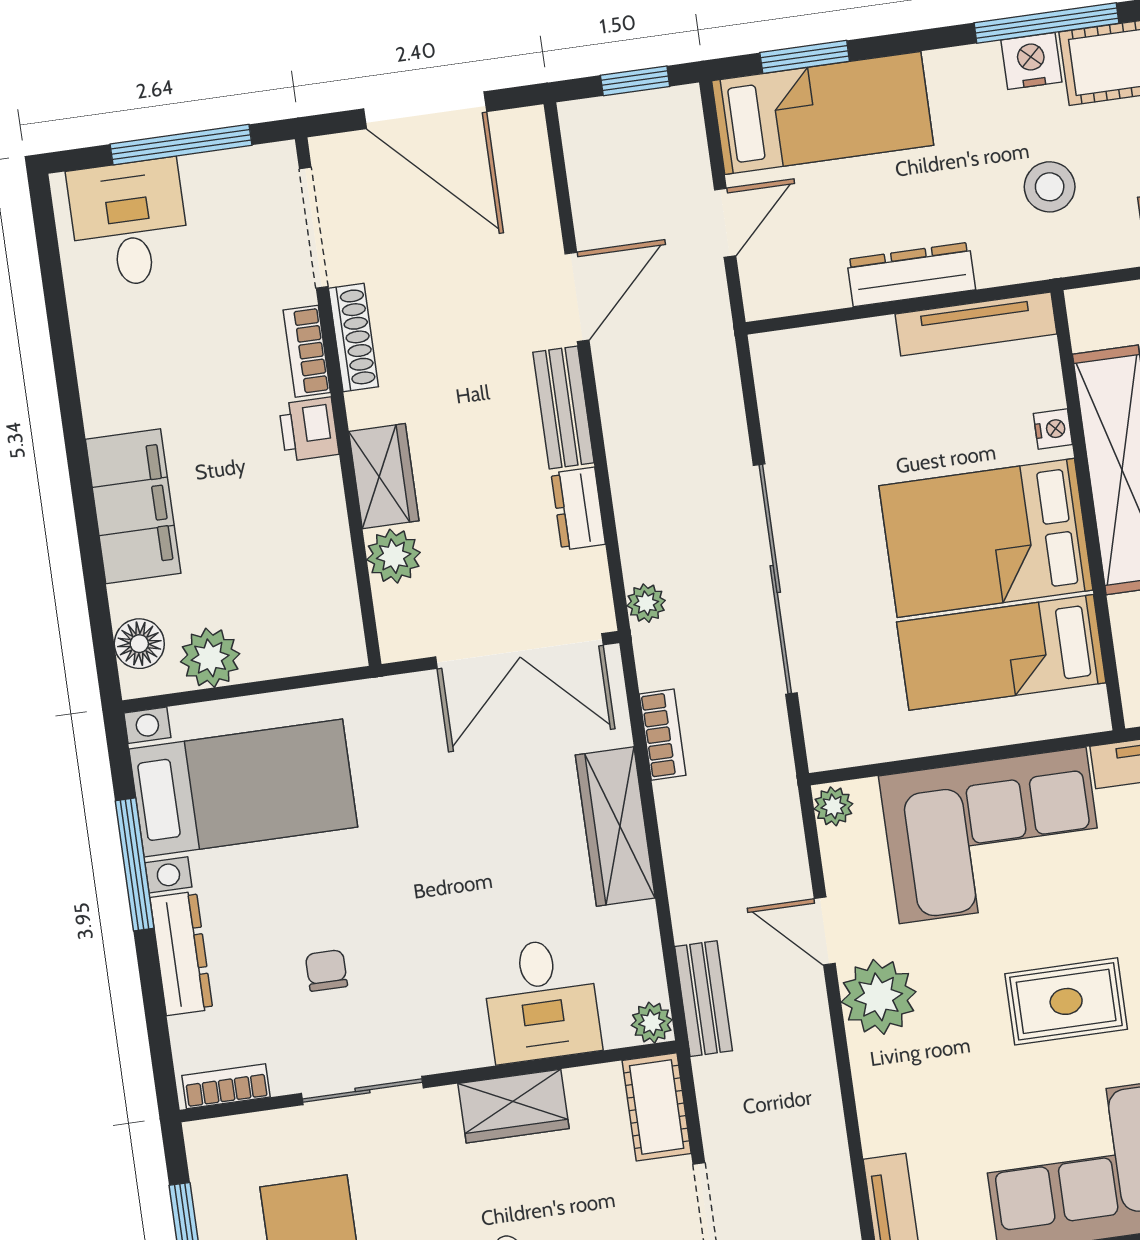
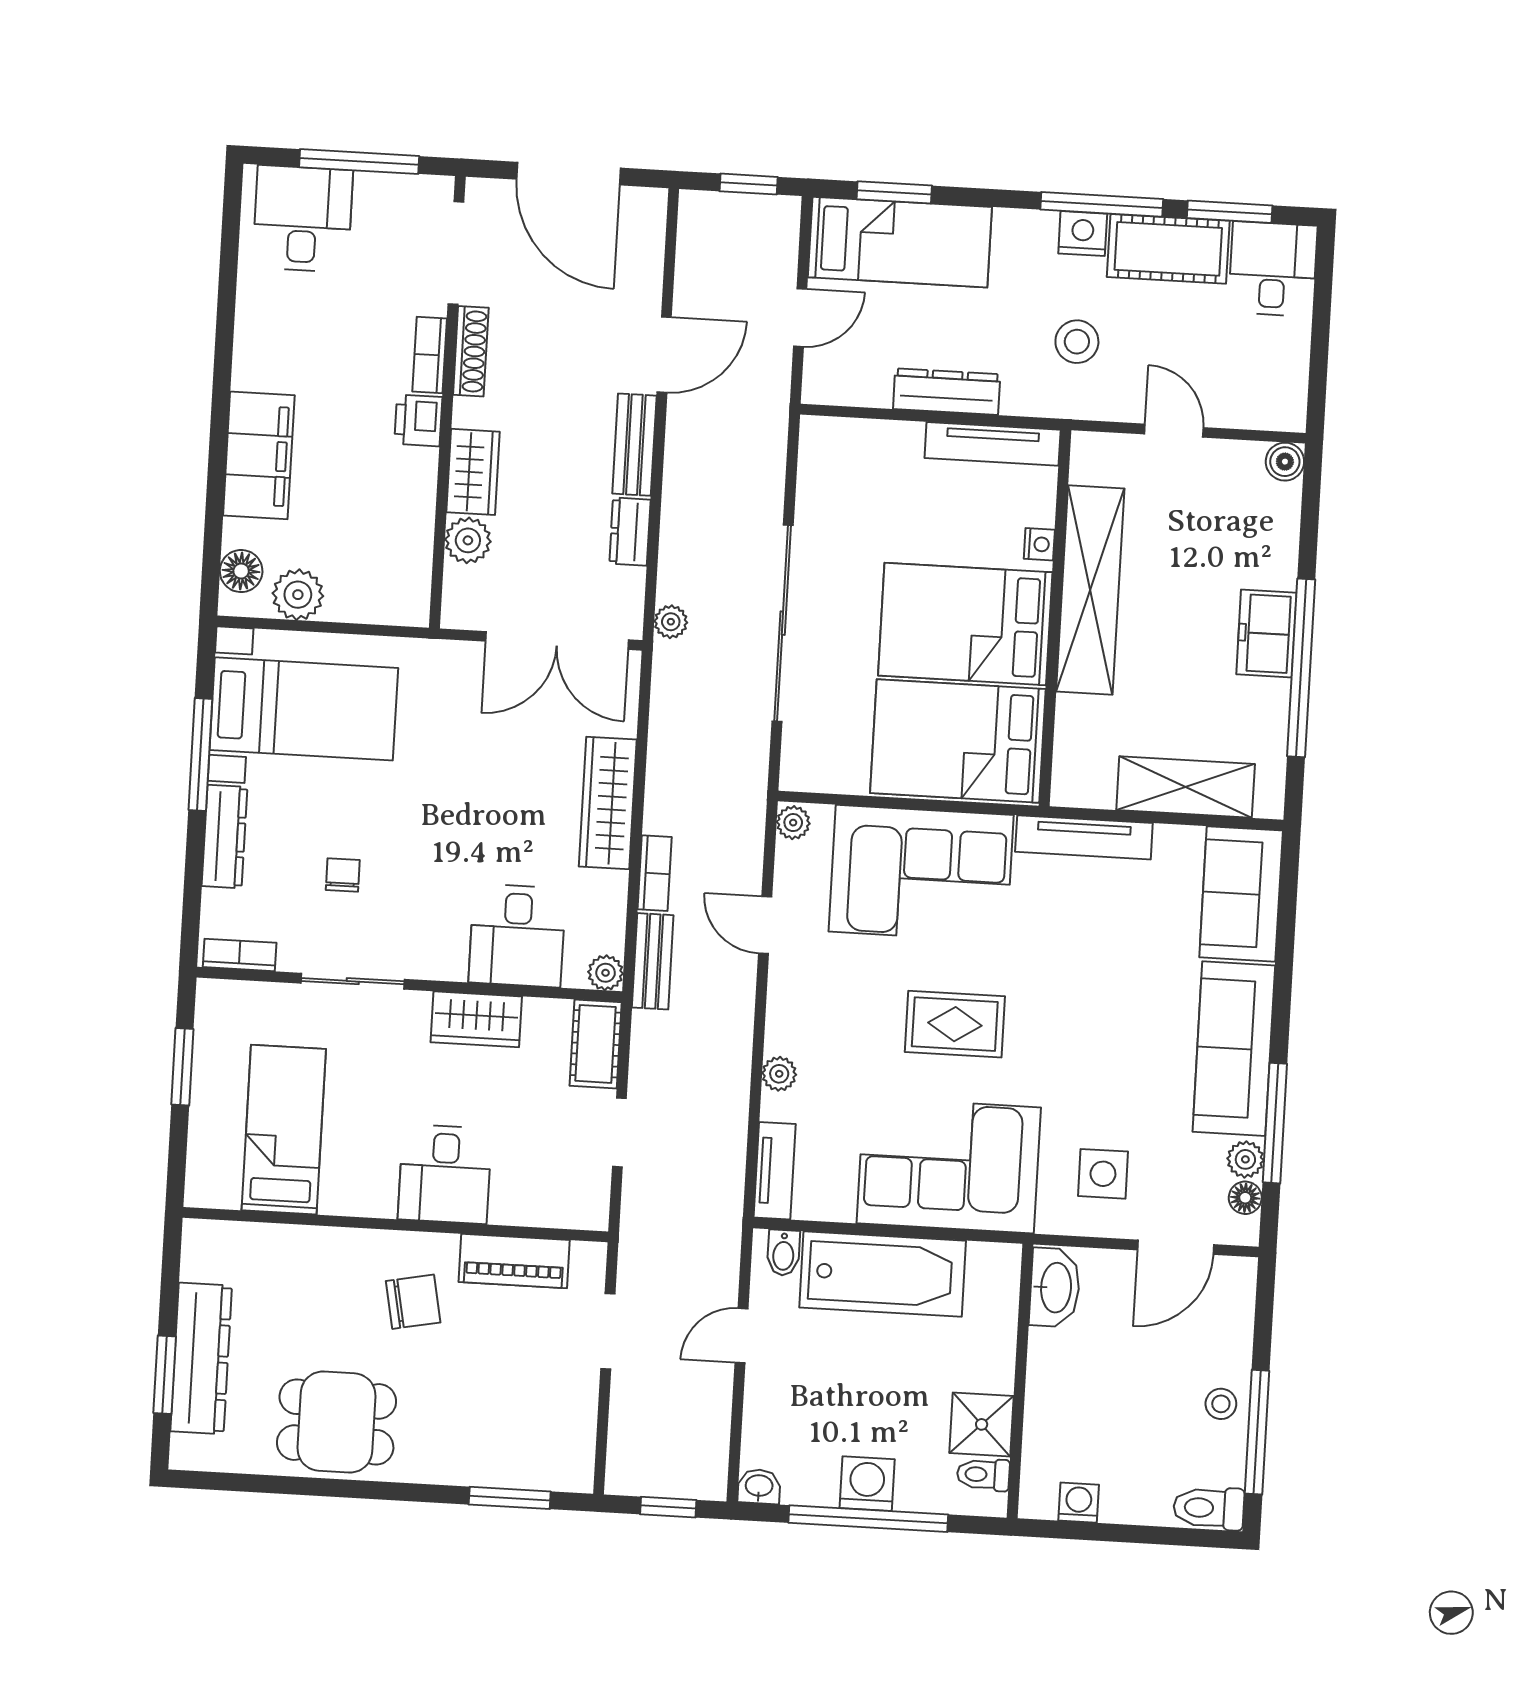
bed: (1001, 652) -> (958, 741), width x1.50
bookcase: (663, 735) -> (655, 873), moved
plant: (879, 997) -> (779, 1074), moved, width x0.53, depth x0.53

